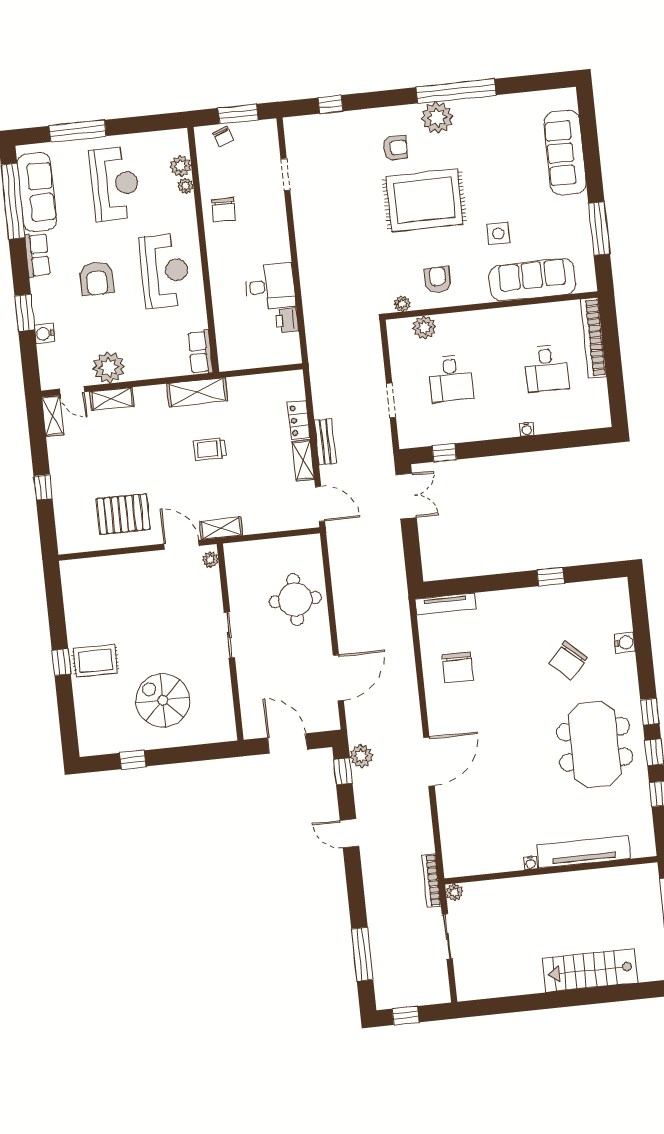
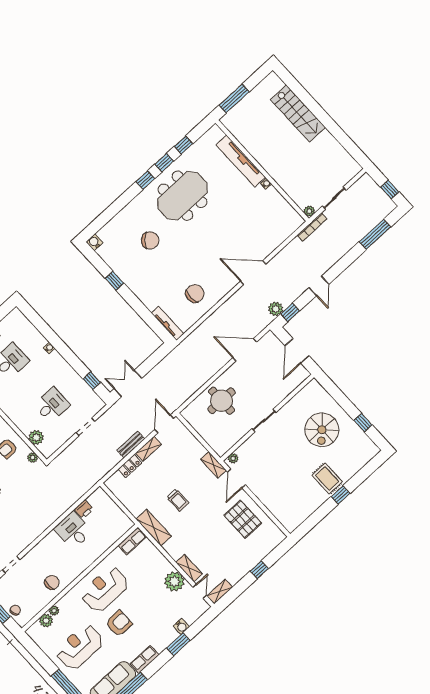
armchair: (97, 278) -> (119, 623), moved
water cooler: (625, 643) -> (94, 242), moved

